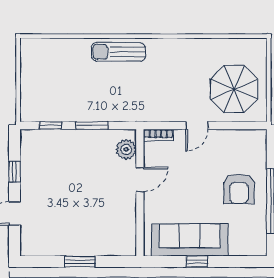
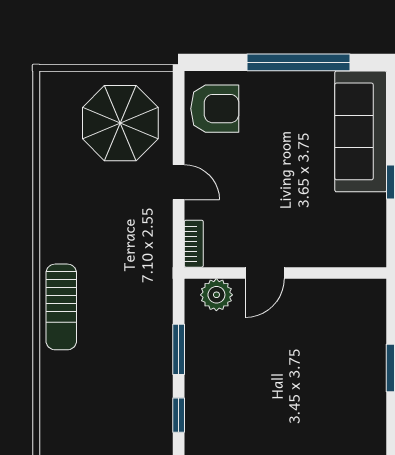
door: (140, 180) -> (265, 273), swing flipped
armchair: (239, 189) -> (215, 109), moved
sofa: (189, 240) -> (361, 131), moved

